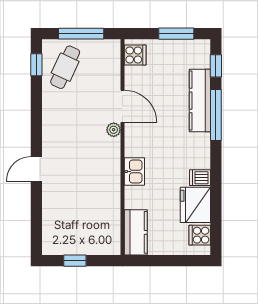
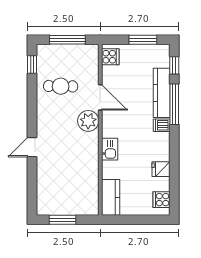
cafe table: (65, 67) -> (61, 86), moved, turned 66
plant: (114, 130) -> (88, 121), width x1.88, depth x1.88
dishwasher: (200, 178) -> (162, 125), moved
fridge: (195, 205) -> (161, 169), width x0.53, depth x0.75
window: (75, 261) -> (63, 220), width x1.50

